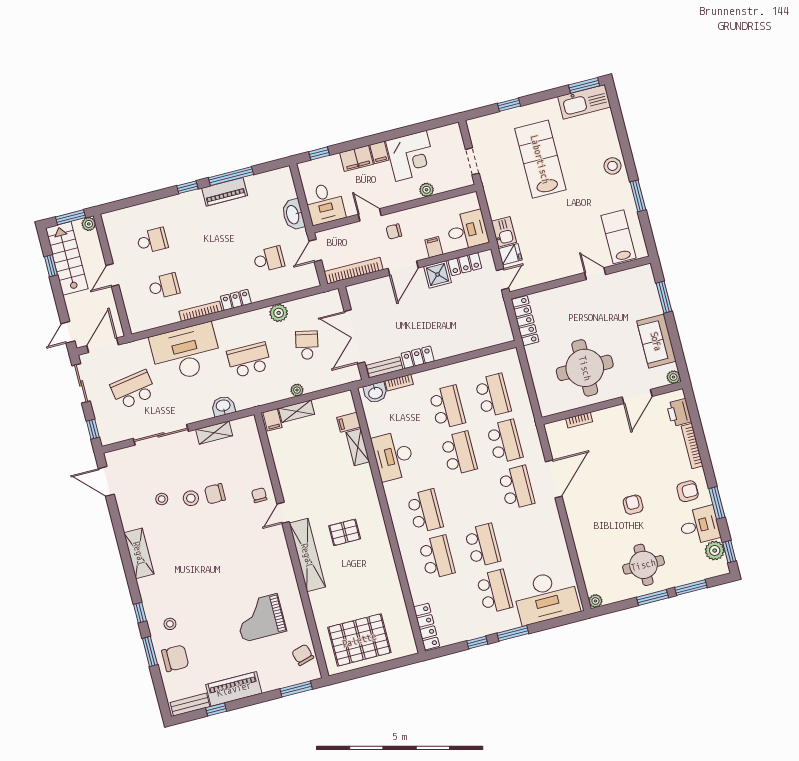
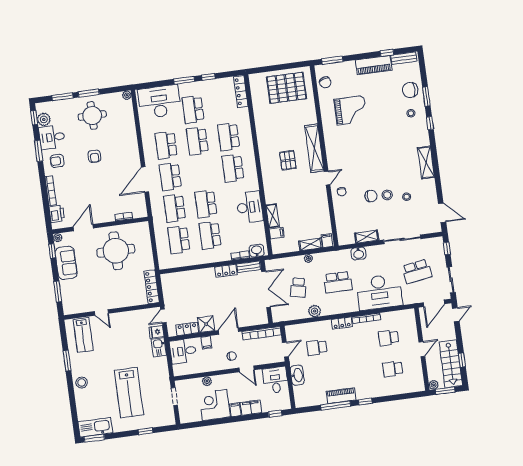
window: (679, 356) -> (52, 251), added
pallet: (345, 532) -> (288, 160), turned 90
school desk: (528, 534) -> (166, 145), added

